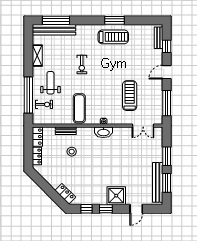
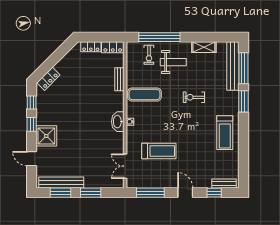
window: (114, 20) -> (243, 101), moved
stool: (72, 152) -> (96, 86), removed

